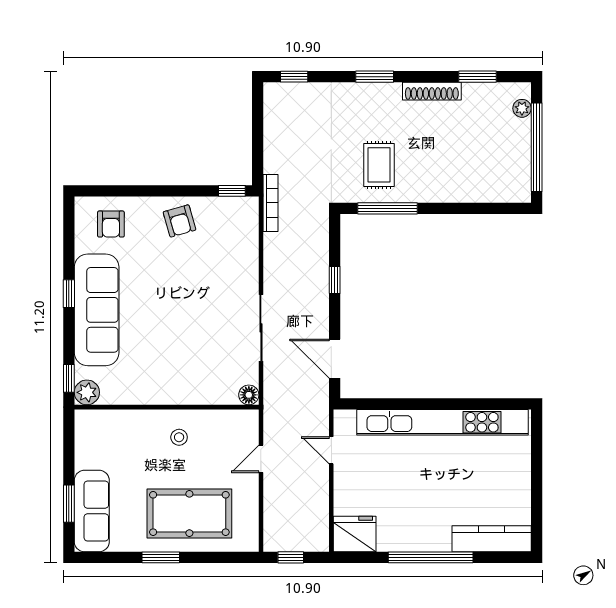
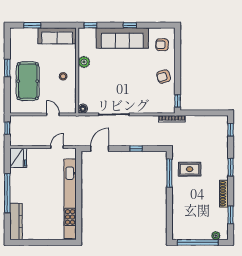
plant: (87, 392) -> (84, 62), moved
sofa: (92, 511) -> (57, 36), moved

